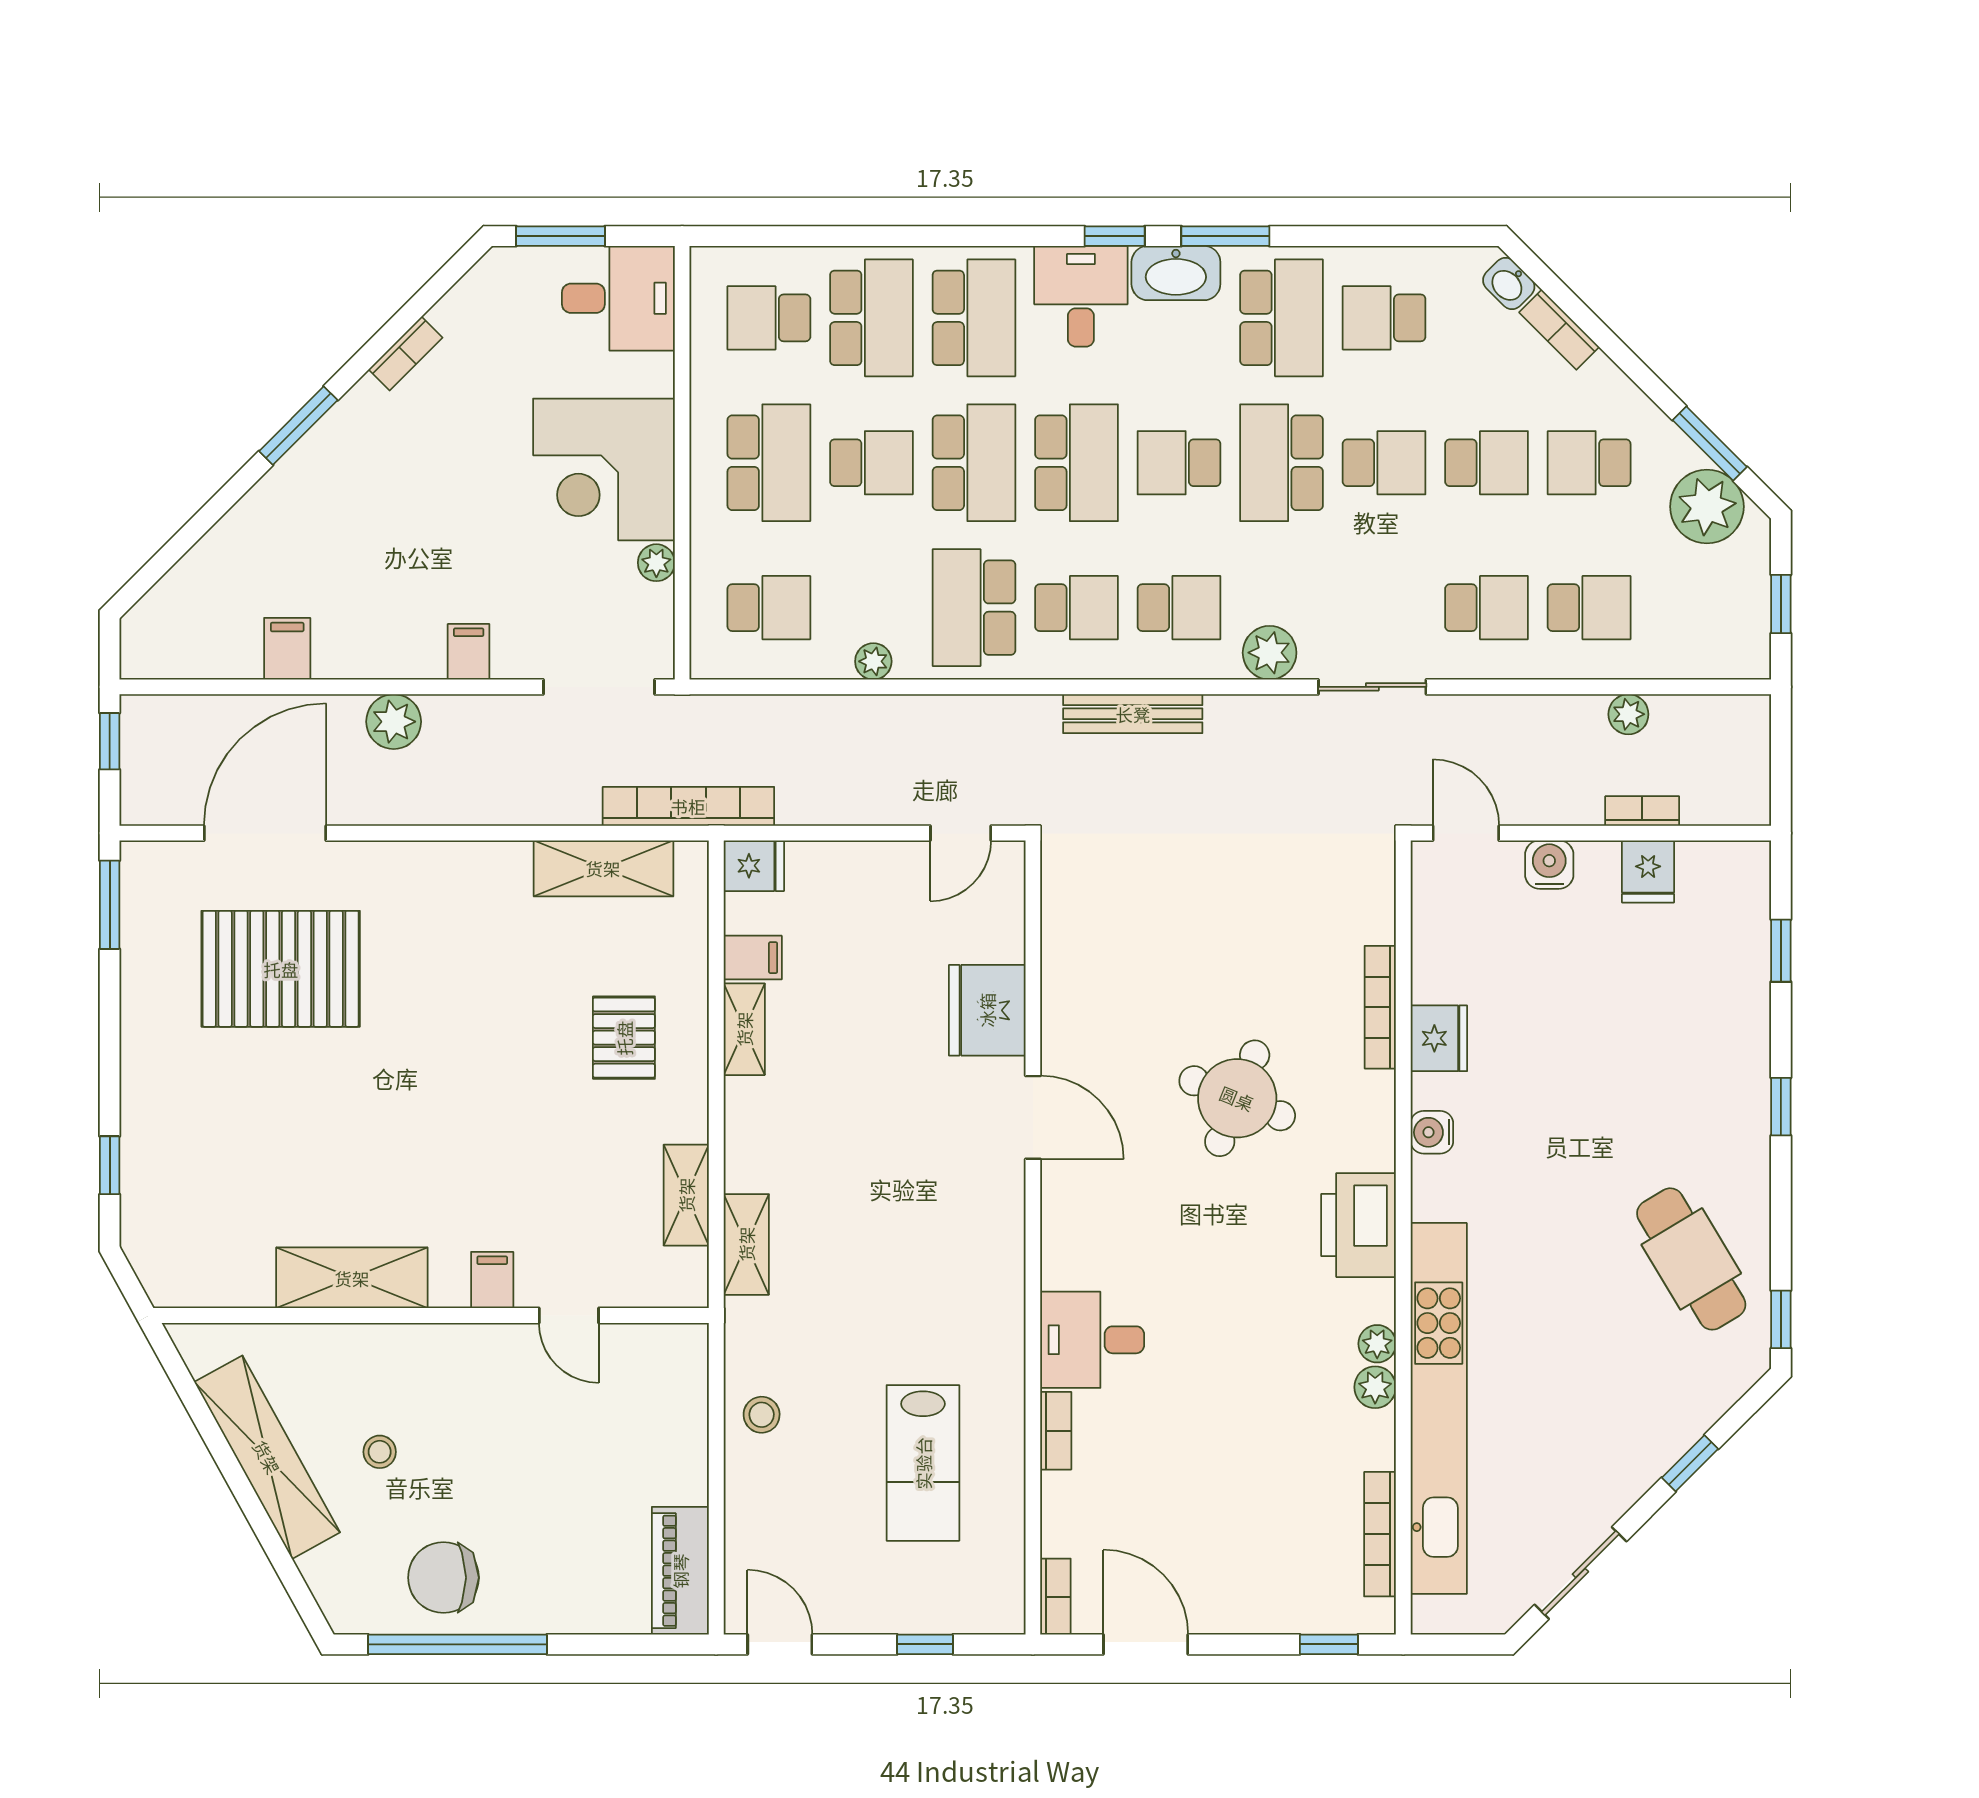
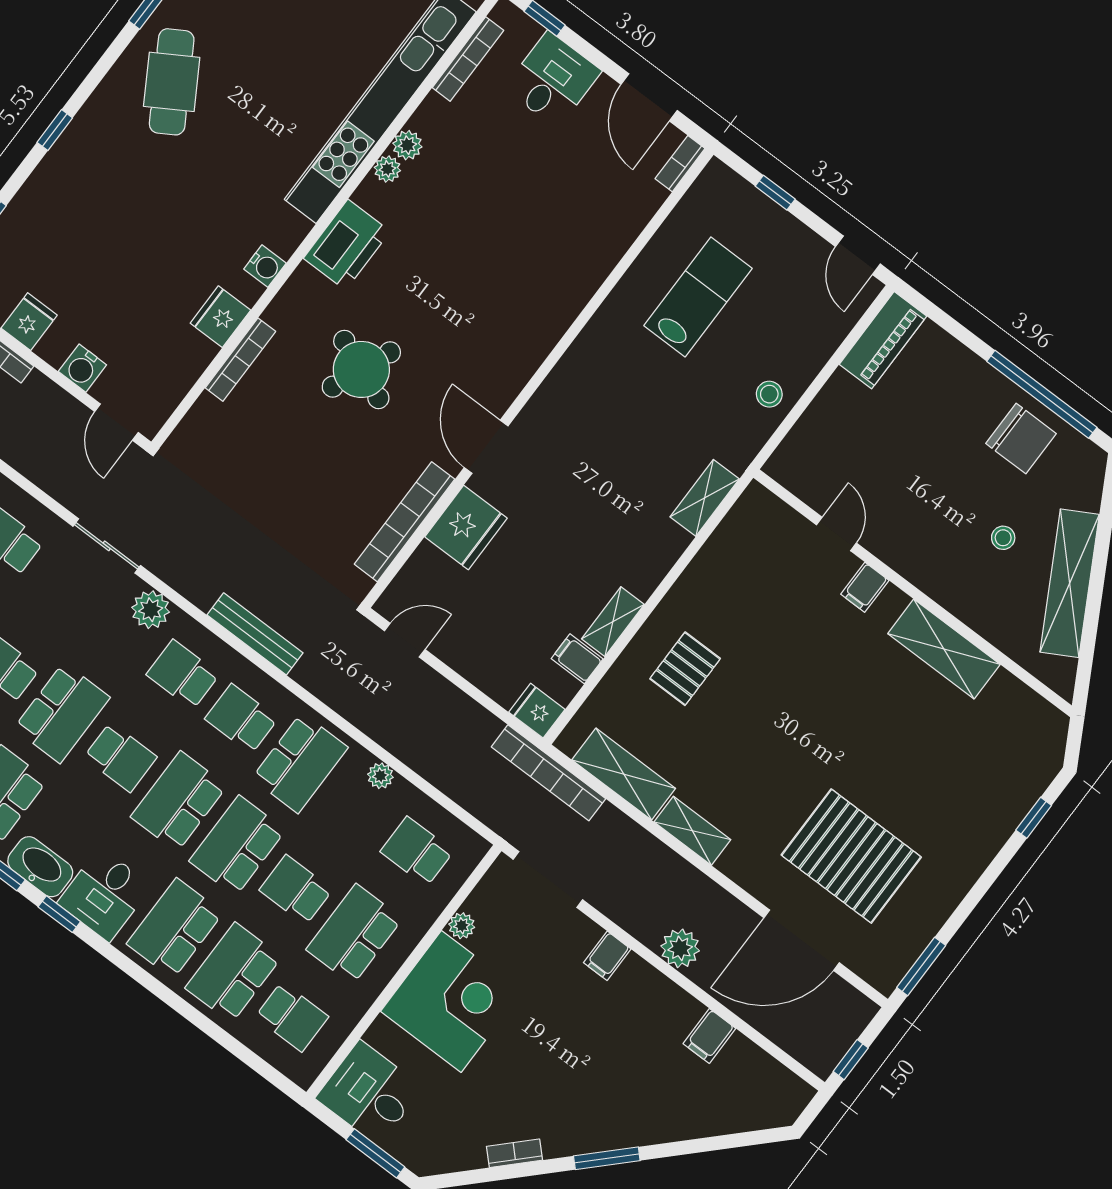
shelving: (686, 1195) -> (692, 831), moved, turned 90
desk: (1092, 1340) -> (553, 80), moved, turned -90
bookcase: (1056, 1431) -> (405, 522), moved, width x2.31, depth x1.31

